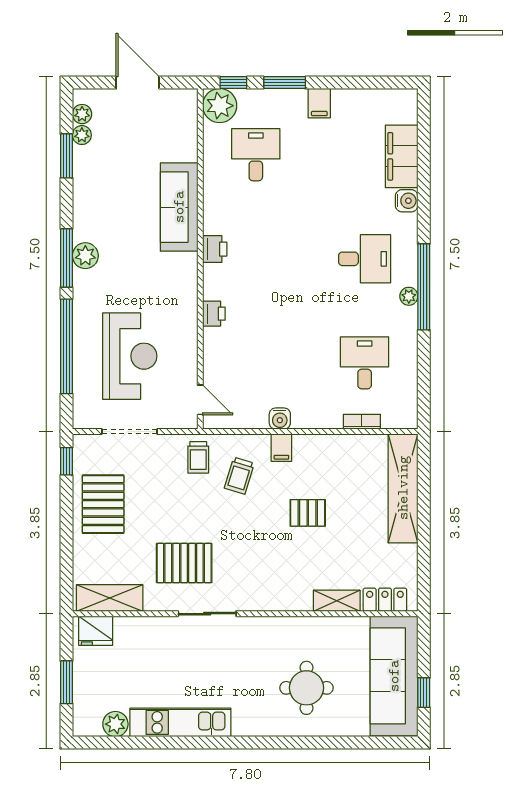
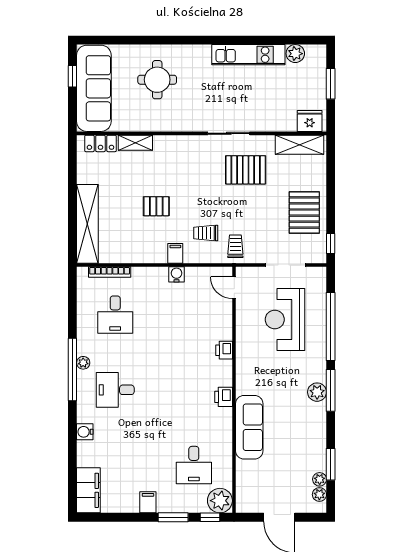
filing cabinet: (402, 156) -> (88, 490), moved
bookcase: (362, 422) -> (110, 272), width x1.56
trolley: (239, 476) -> (206, 233), turned -107

